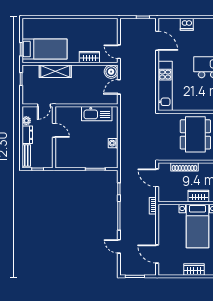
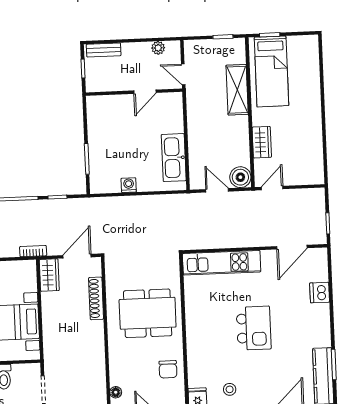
dresser: (27, 135) -> (136, 50), removed
wardrobe: (198, 196) -> (49, 275), moved

